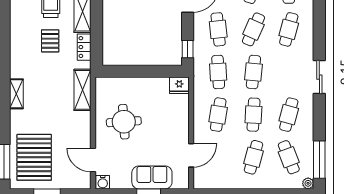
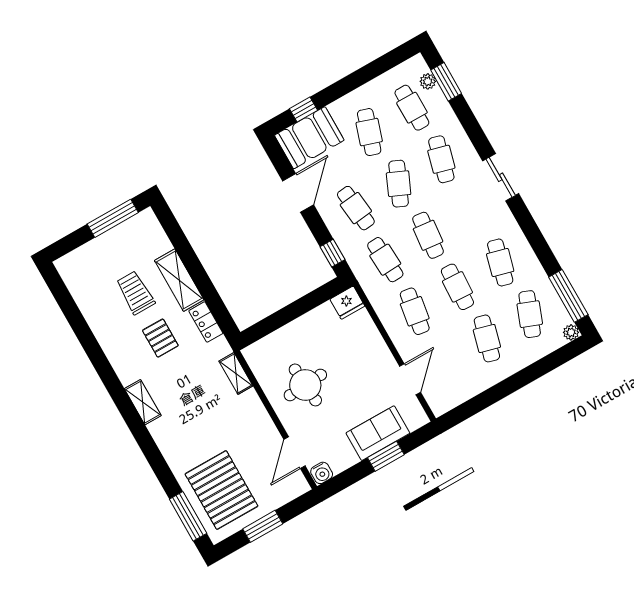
sliding door: (319, 77) -> (501, 177), moved
shelving: (83, 90) -> (236, 373), width x0.67, depth x0.75
shelving: (16, 94) -> (143, 402), moved
cafe table: (289, 157) -> (530, 314), turned 42
door: (93, 160) -> (295, 453), hinge flipped

